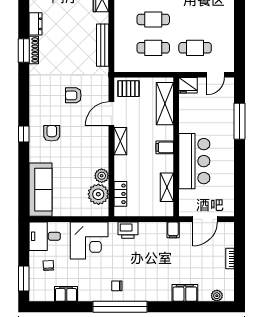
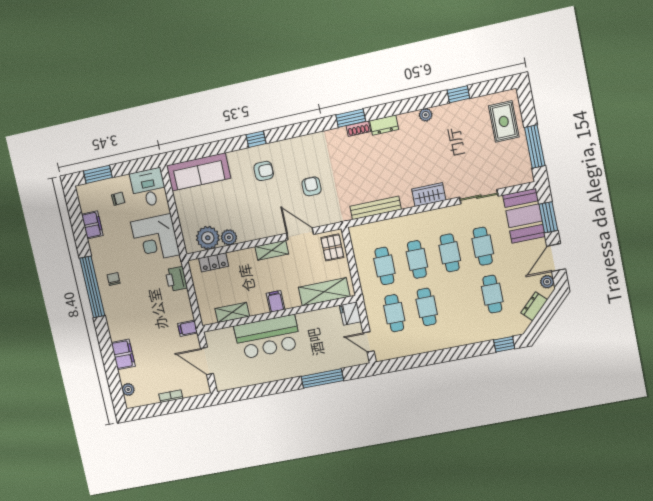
cafe table: (195, 19) -> (427, 307), added
shoe rack: (34, 50) -> (358, 129), width x0.70

